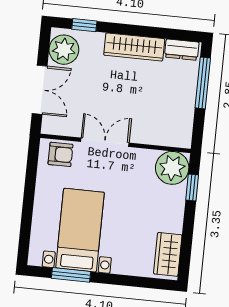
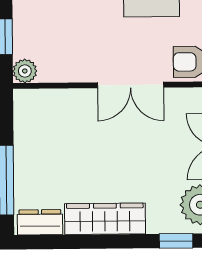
plant: (172, 168) -> (25, 71), width x0.53, depth x0.53

